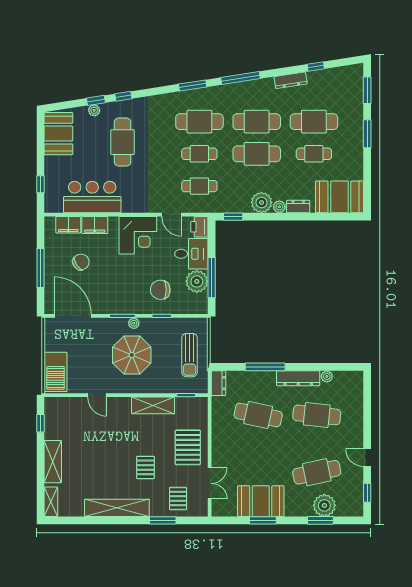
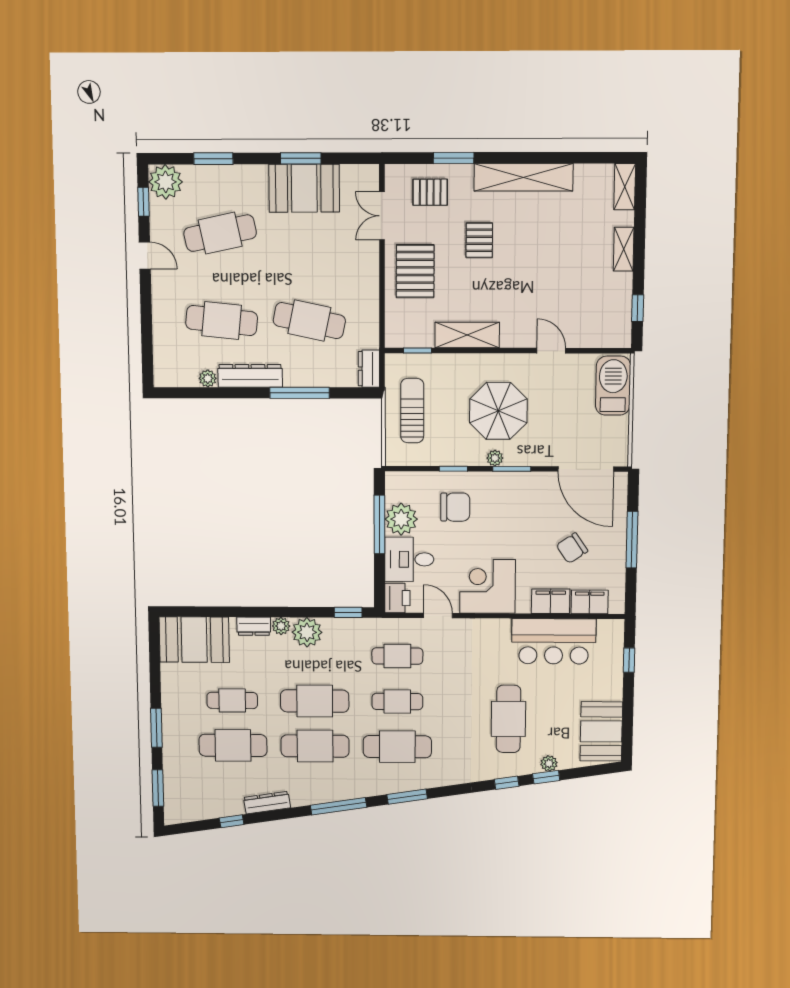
shelving: (53, 462) -> (624, 249), width x0.67, depth x0.75
pallet: (178, 498) -> (430, 192), turned 90
plant: (324, 505) -> (166, 182), moved

